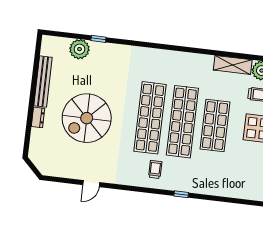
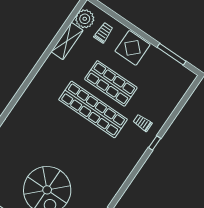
shop shelf: (150, 118) -> (75, 136), removed
trolley: (155, 169) -> (143, 123), moved

